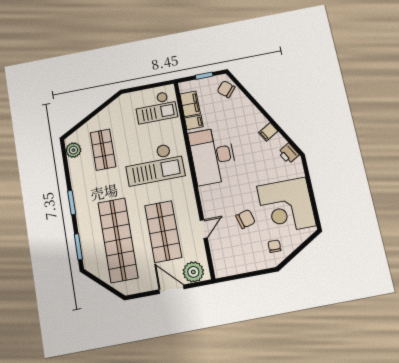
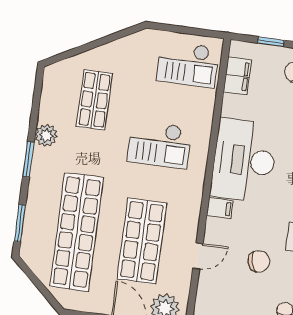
filing cabinet: (194, 122) -> (220, 208), moved
plant: (73, 150) -> (46, 135), moved
checkout: (154, 164) -> (159, 144), width x0.73, depth x0.83

